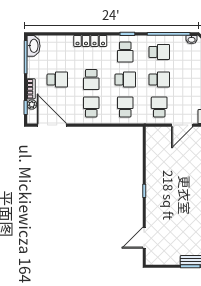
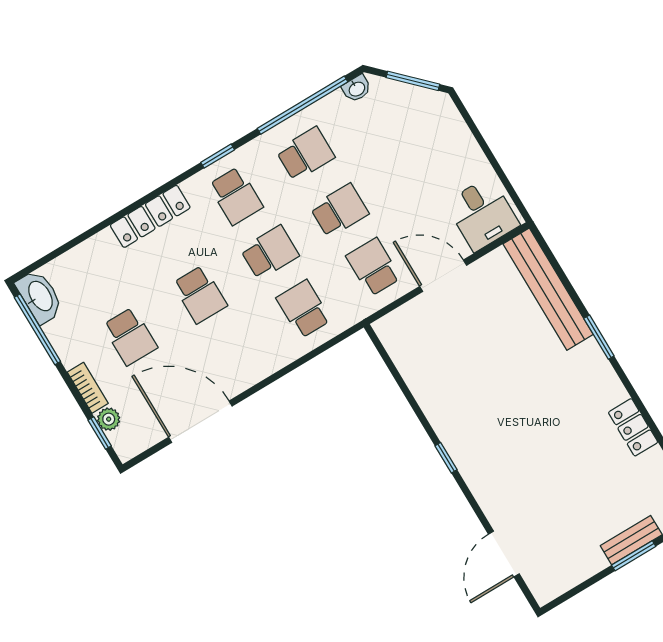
school desk: (57, 79) -> (130, 336), turned 90
school desk: (91, 107) -> (234, 351), removed
door: (52, 125) -> (200, 422), moved
door: (182, 125) -> (443, 276), swing flipped

